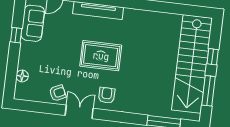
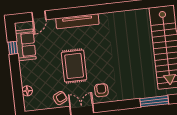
window: (16, 35) -> (13, 48), moved
rug: (101, 56) -> (74, 66), moved, turned 90

